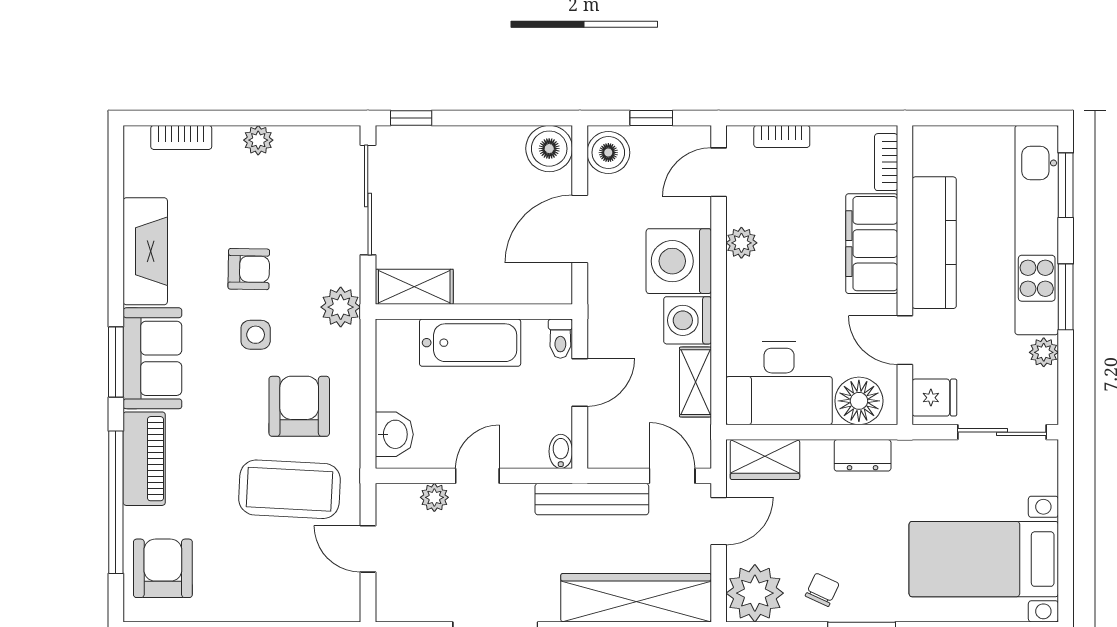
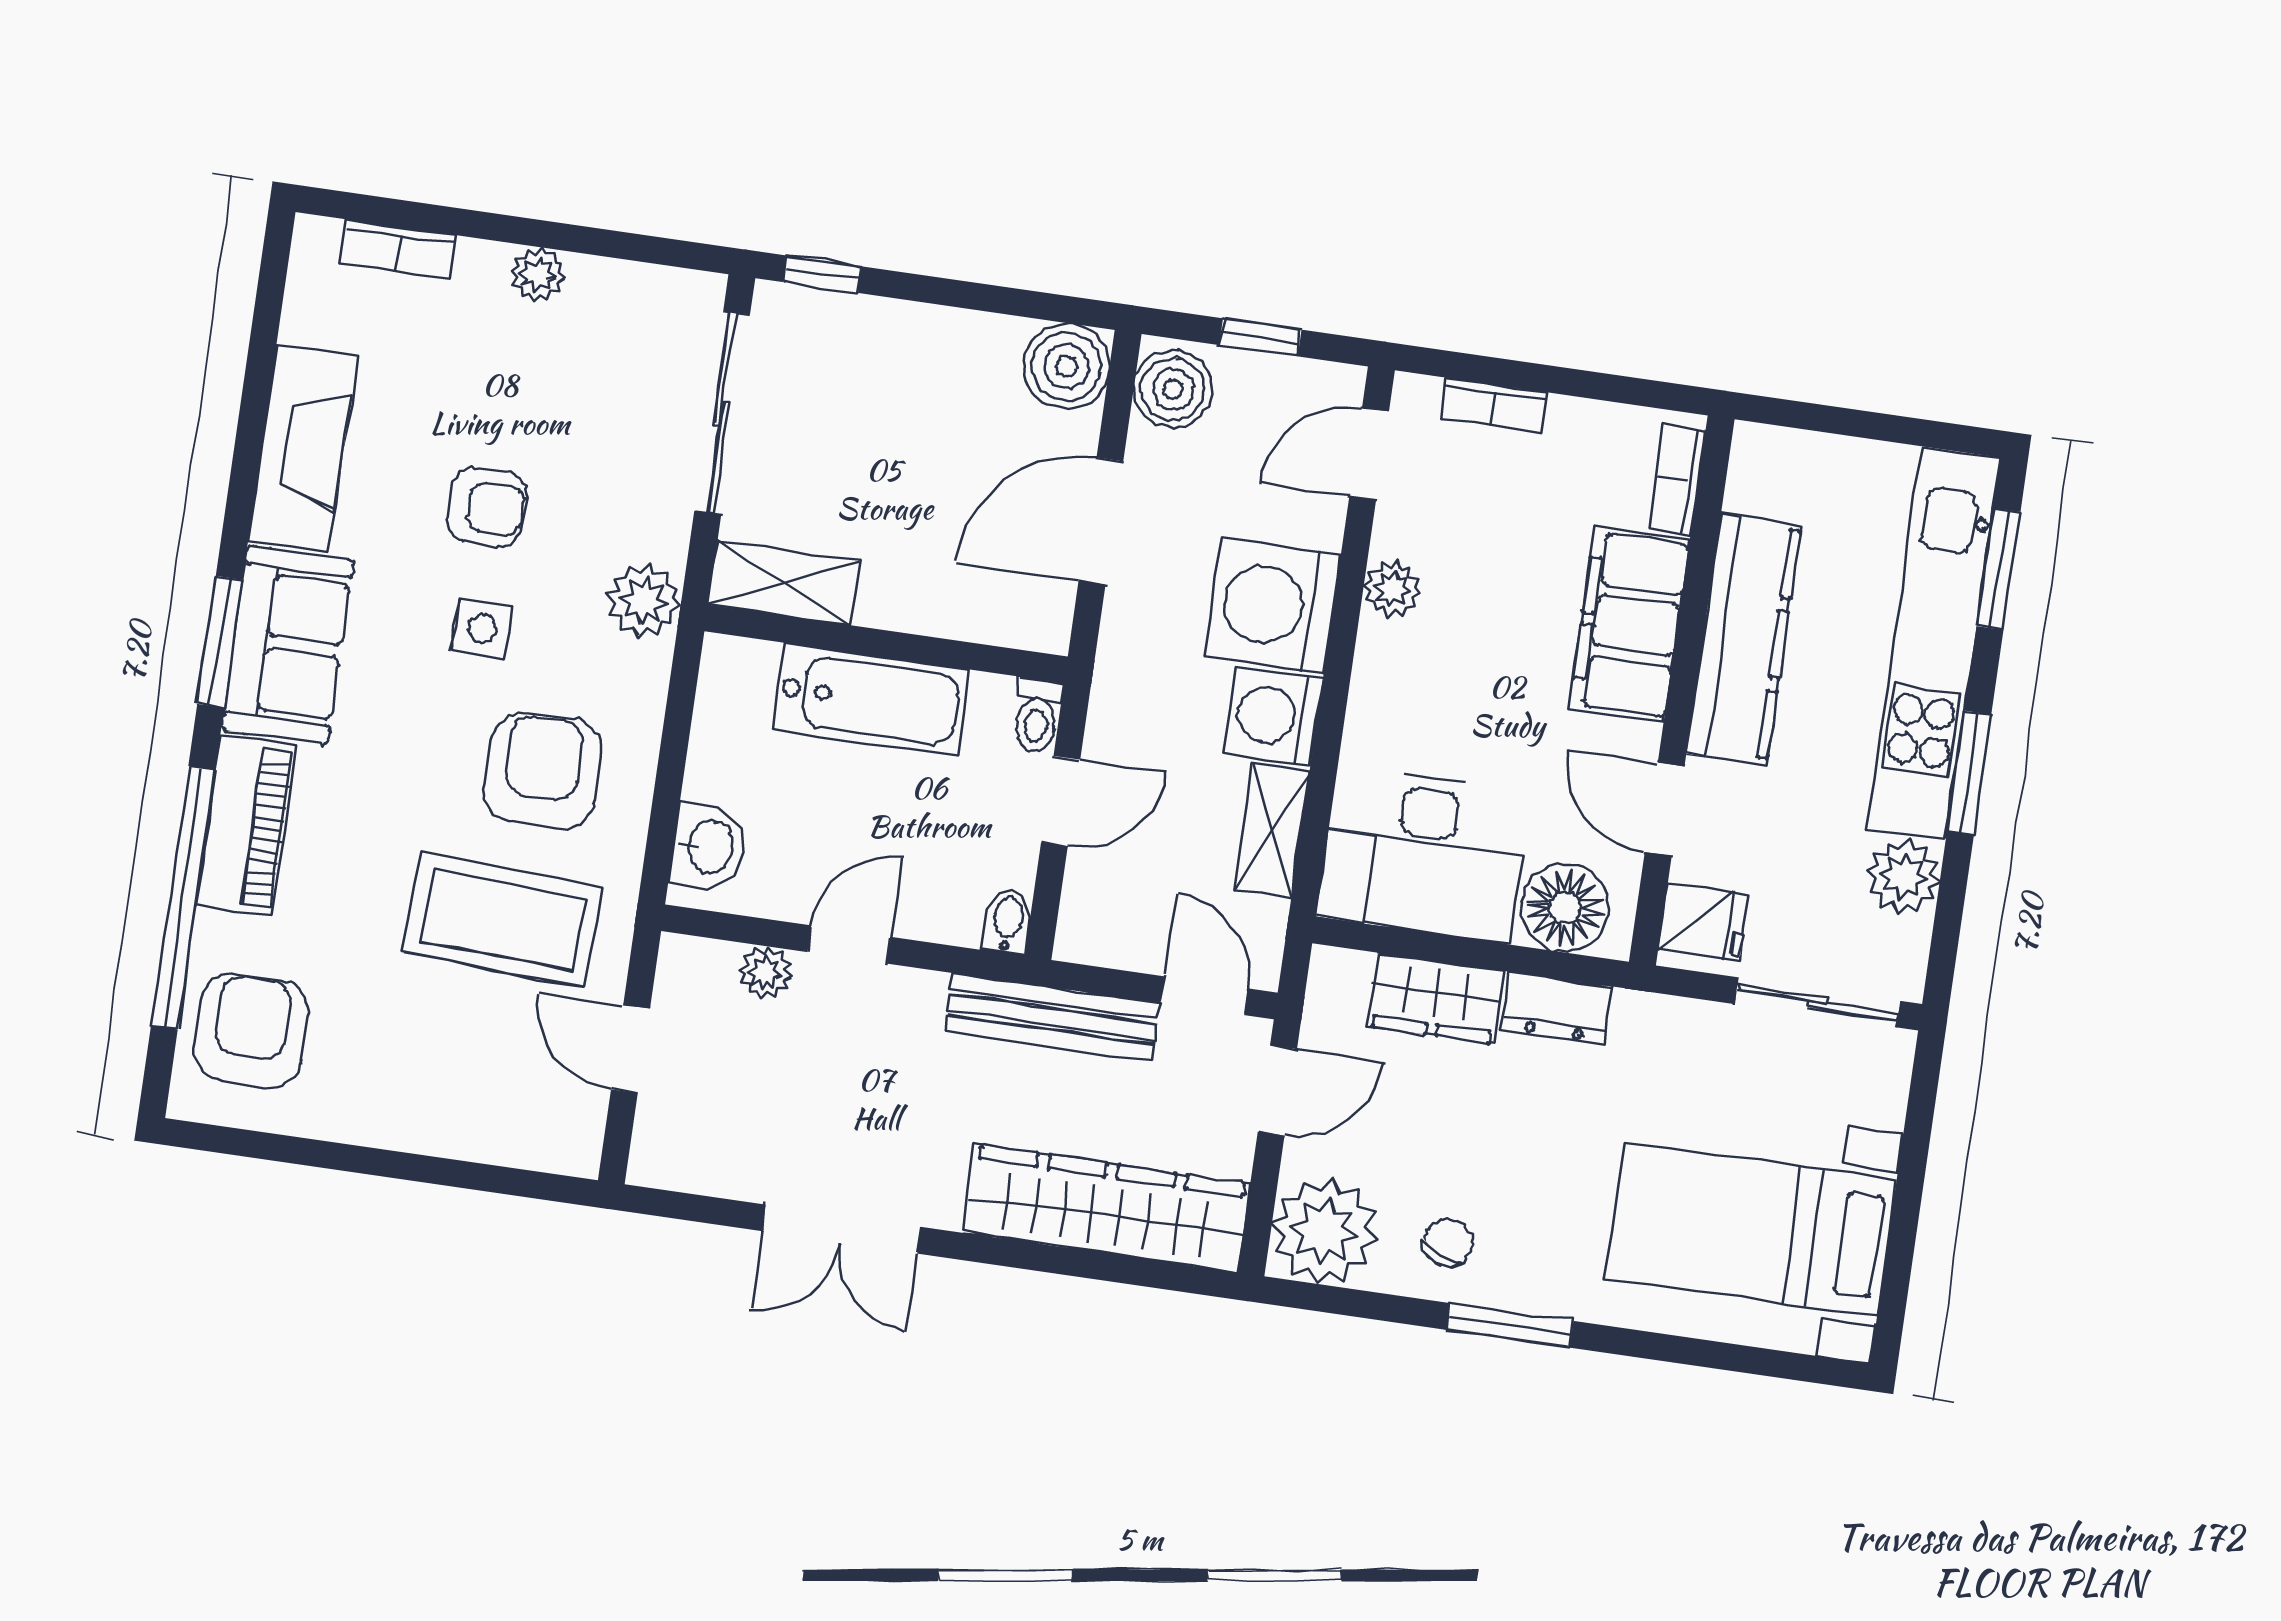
plant: (1044, 352) -> (1903, 876), width x1.38, depth x1.38
wardrobe: (765, 460) -> (1436, 999), moved

